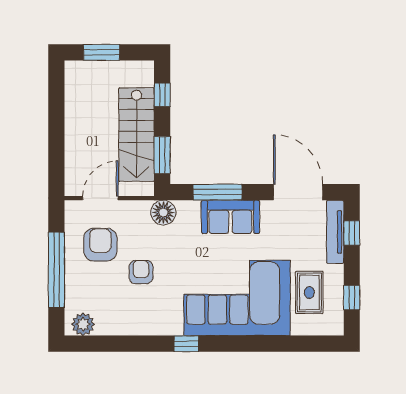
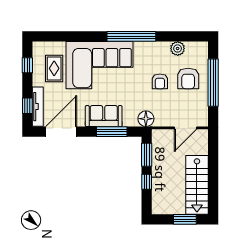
window: (162, 95) -> (147, 182), moved
stairs: (137, 135) -> (197, 185), moved, turned 180
door: (298, 192) -> (61, 132), swing flipped
armchair: (100, 245) -> (188, 79), moved
plant: (83, 324) -> (178, 48), moved
window: (186, 344) -> (131, 36), width x3.17

